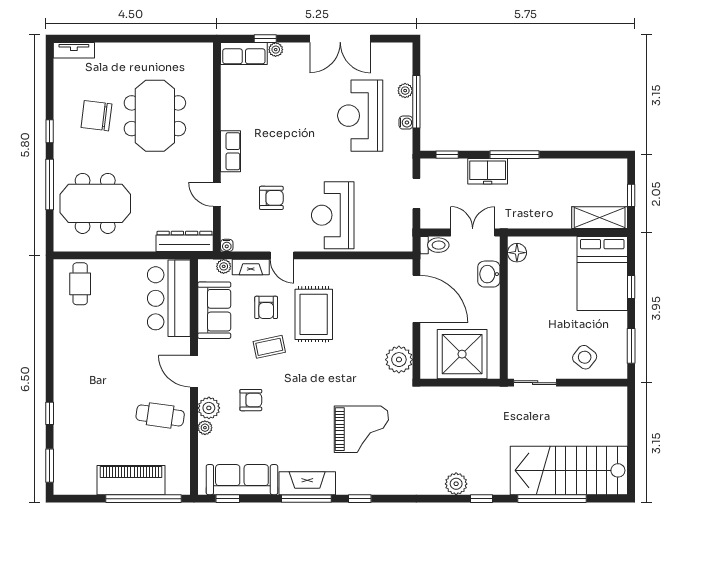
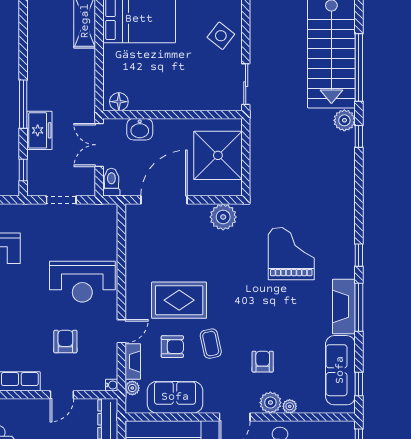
plant: (456, 484) -> (344, 120), moved

